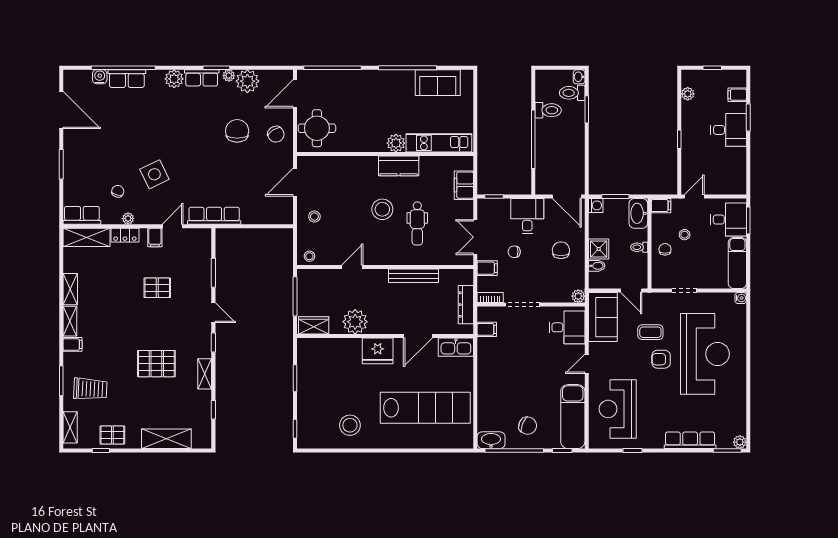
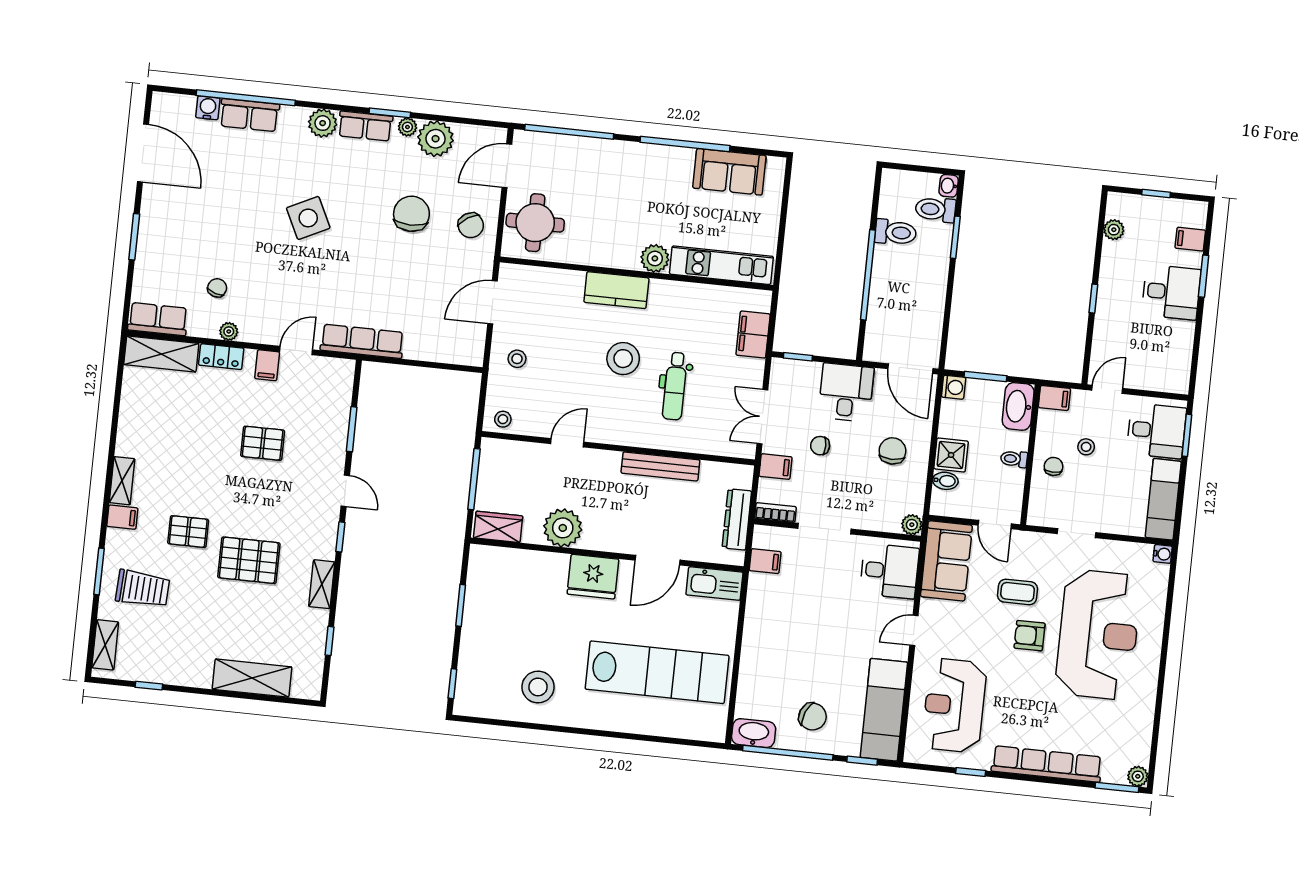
kitchen counter: (399, 166) -> (616, 290), moved
side table: (154, 174) -> (308, 218), moved
shelving: (70, 289) -> (128, 431), removed
pallet: (112, 435) -> (188, 532), moved
row of seats: (690, 440) -> (1047, 764), width x1.36

